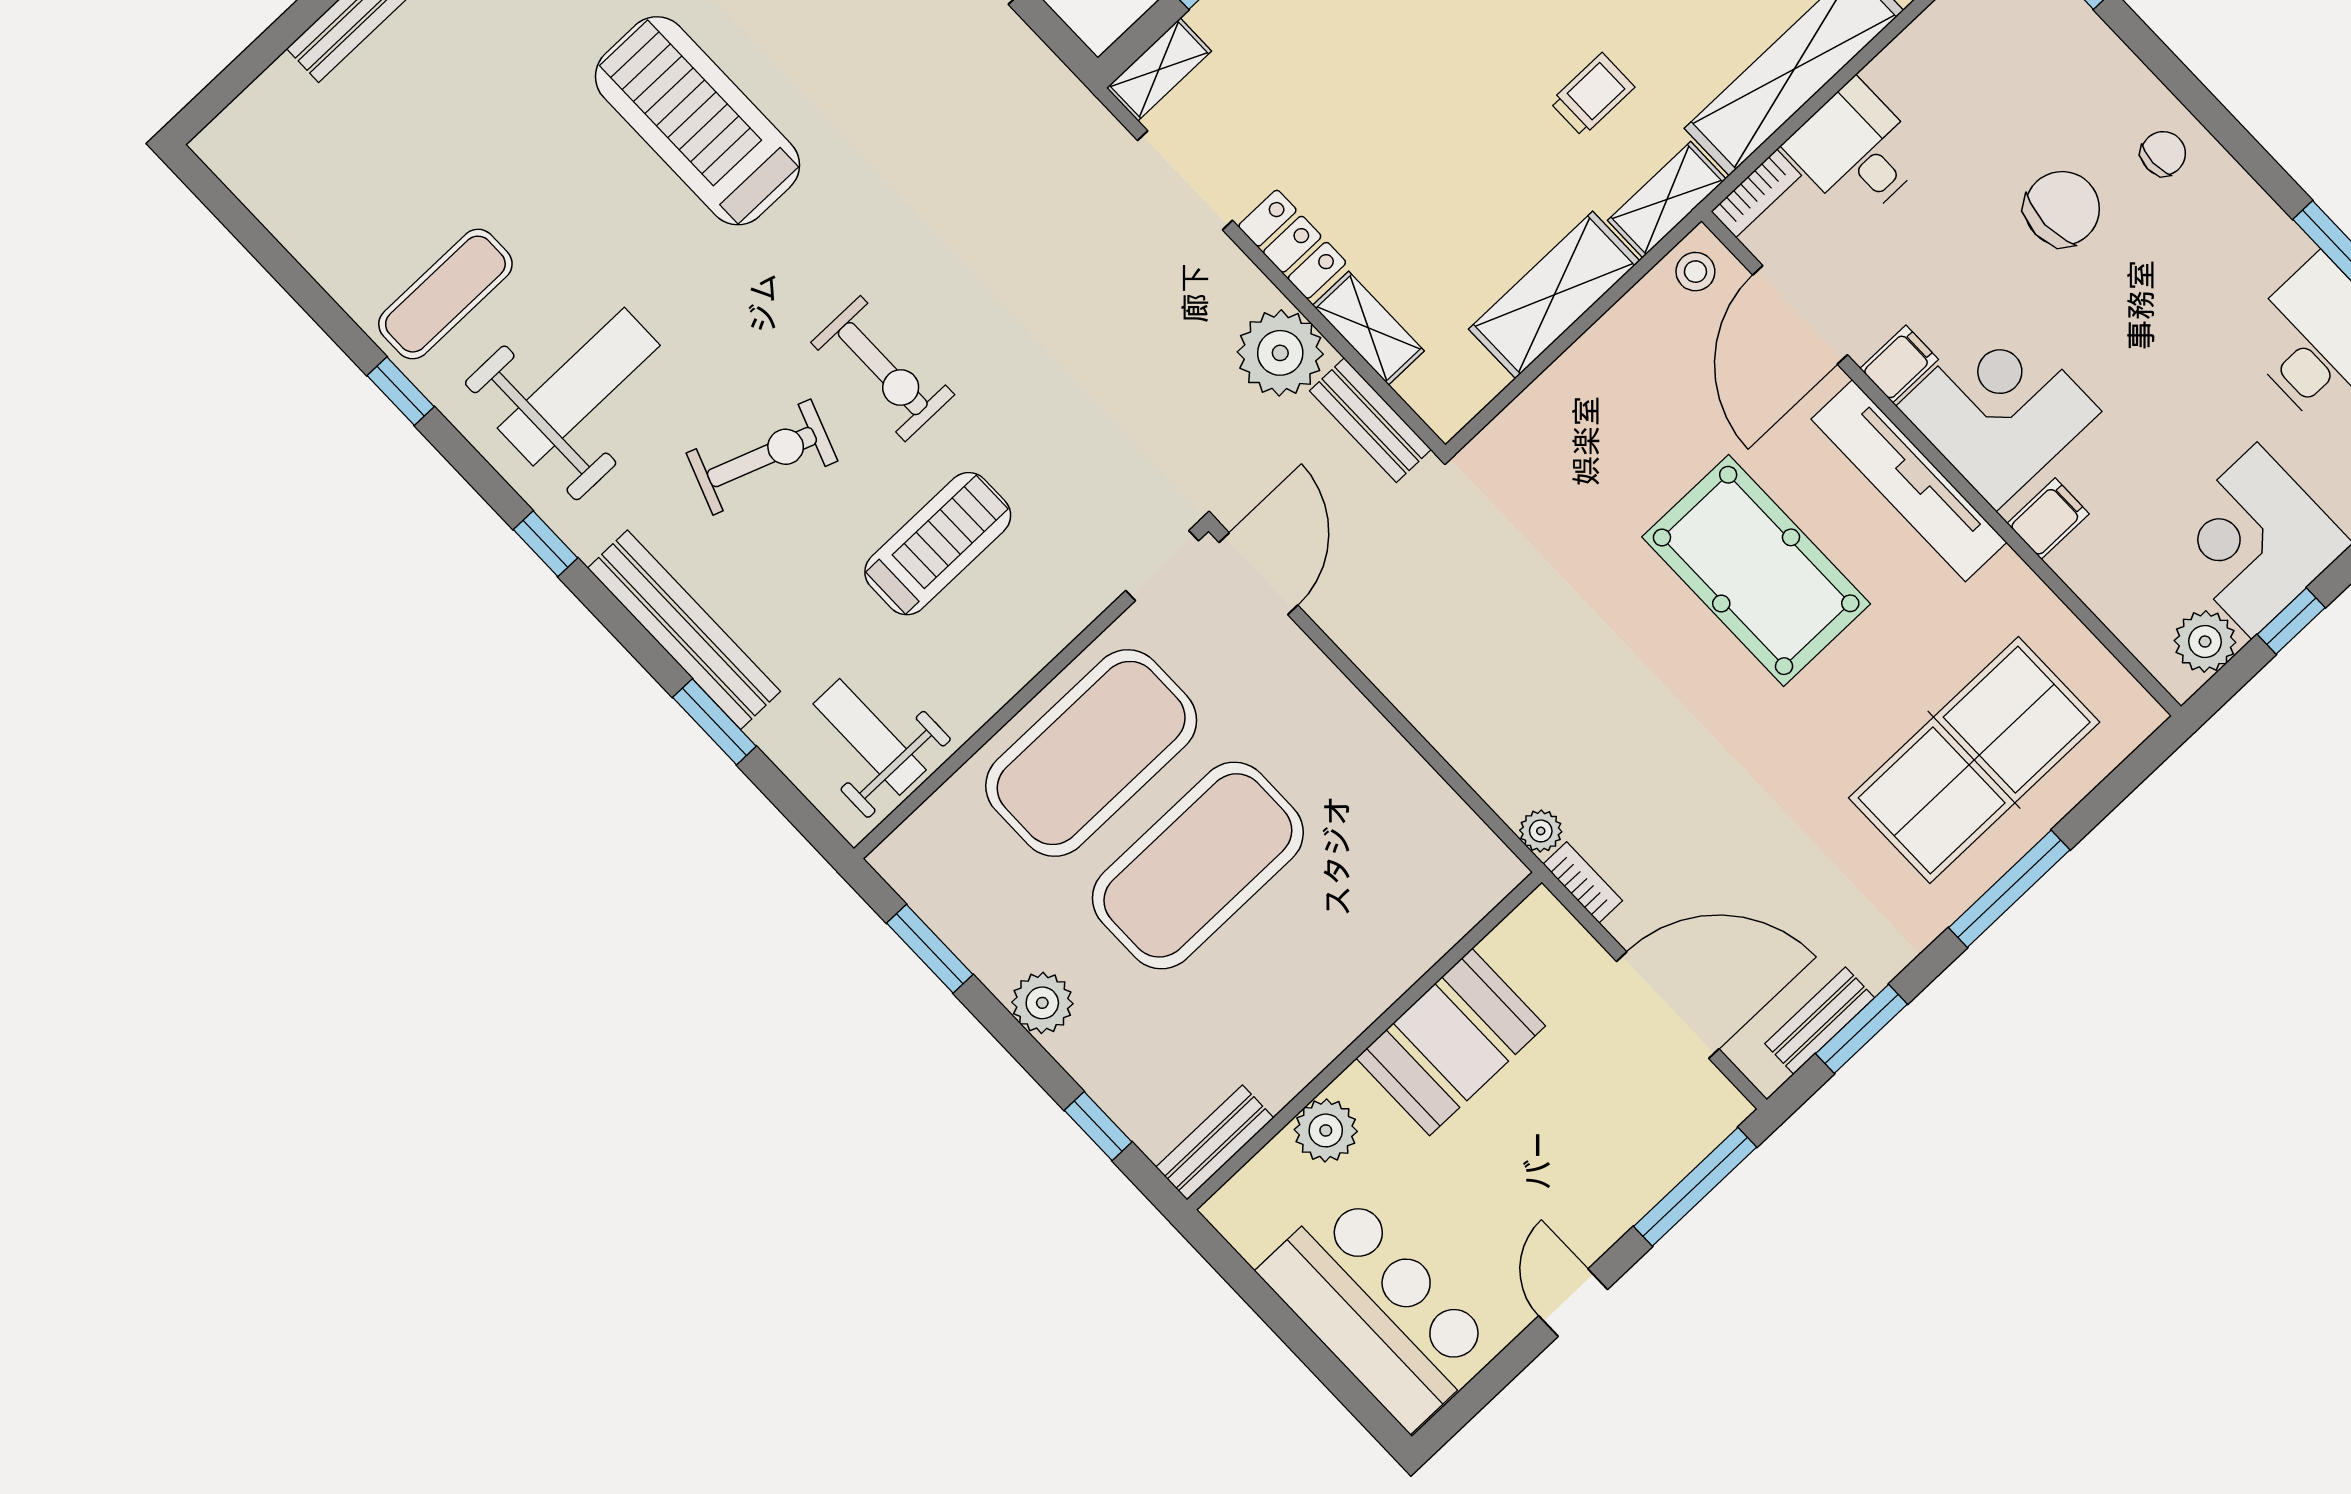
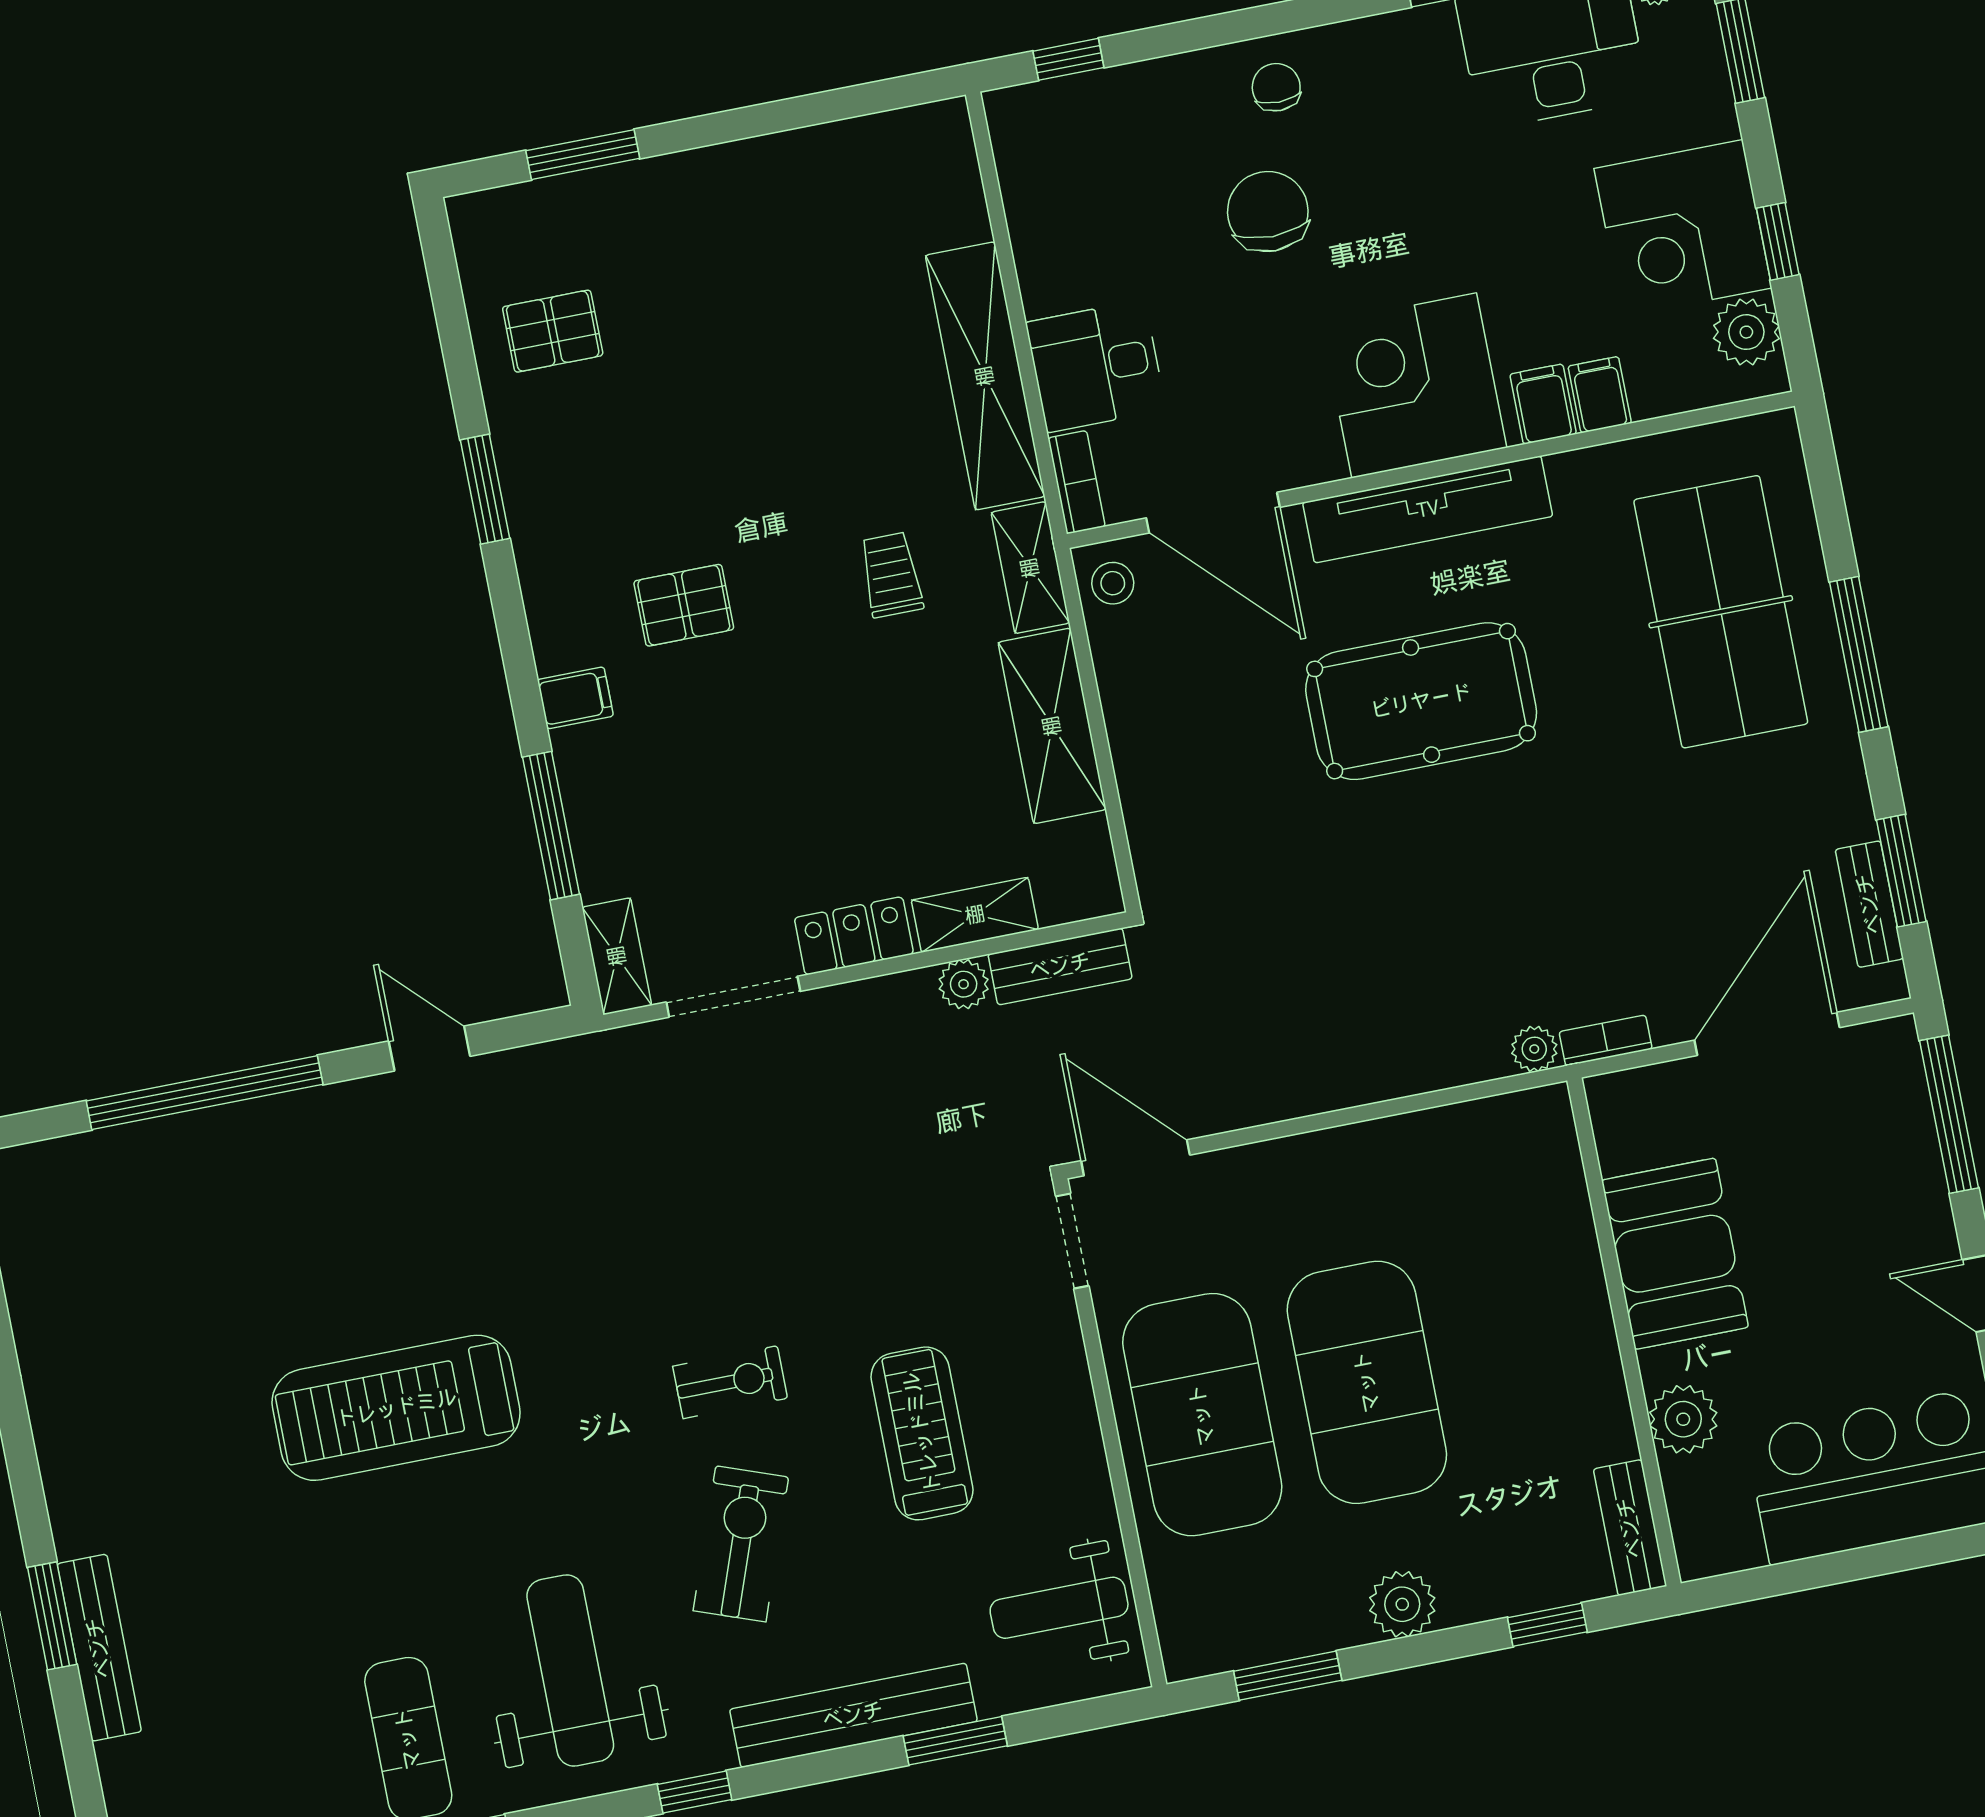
plant: (1280, 353) -> (964, 984), width x0.53, depth x0.53
filing cabinet: (1899, 364) -> (1600, 395), moved
exercise bike: (883, 369) -> (730, 1382), width x0.73, depth x0.72

